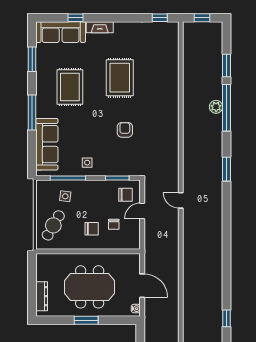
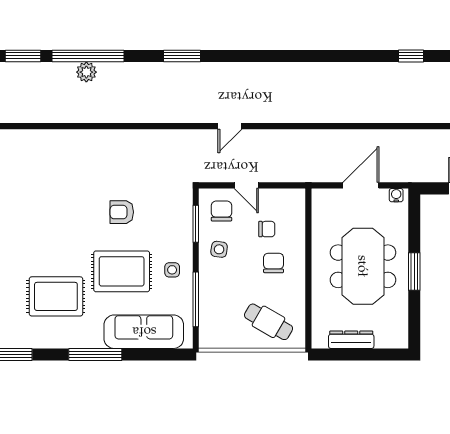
rug: (120, 78) -> (122, 271), moved
side table: (65, 196) -> (219, 249), moved
dresser: (42, 296) -> (351, 340), moved

